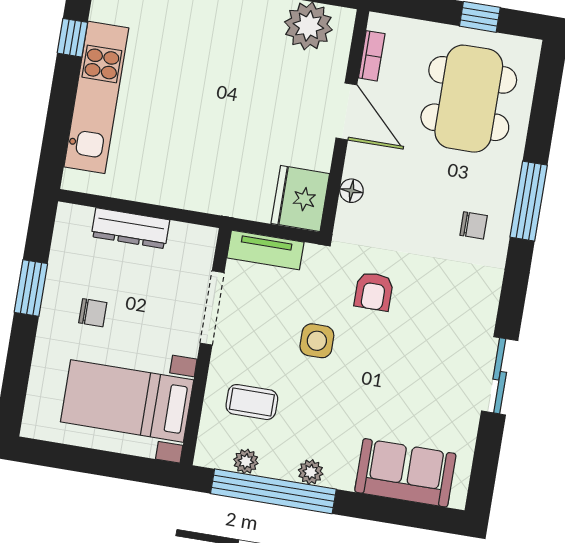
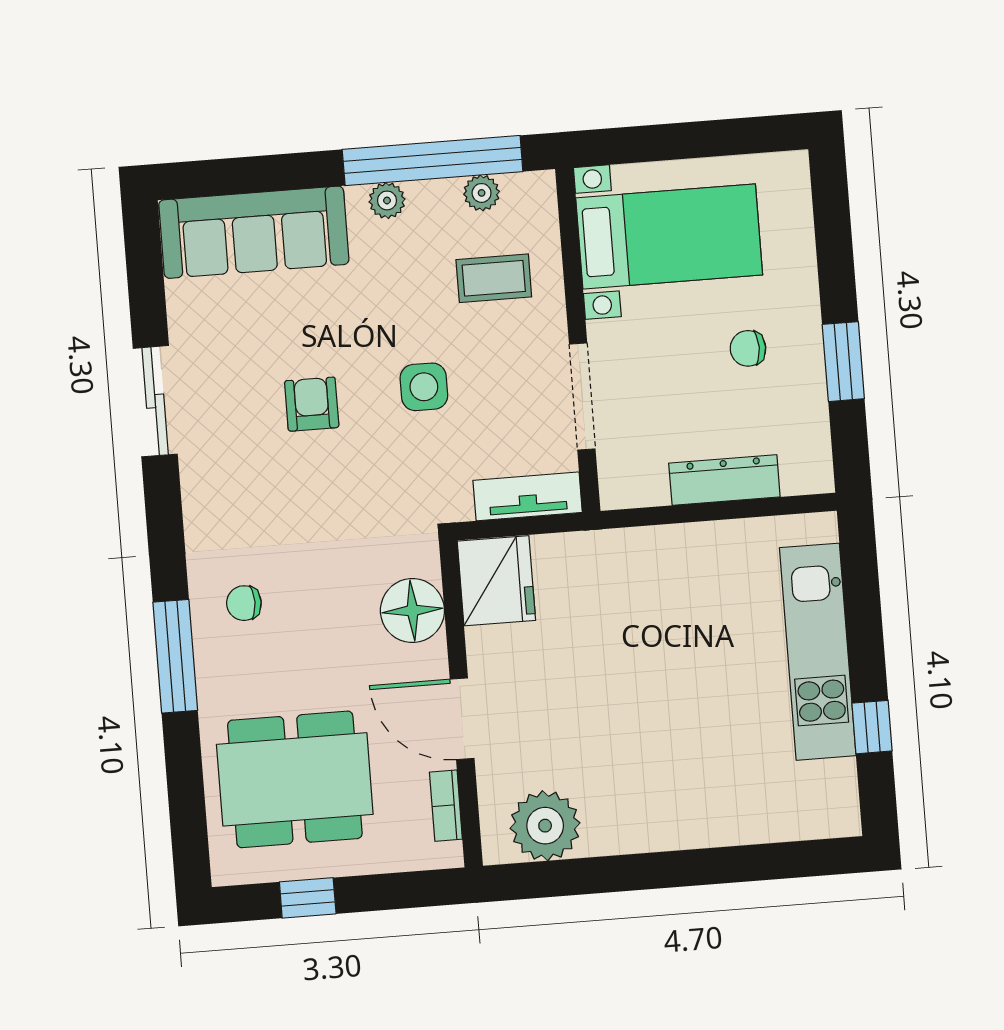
dining table: (469, 99) -> (295, 779), turned 90
floor lamp: (351, 191) -> (412, 611), width x1.89, depth x1.89
armchair: (374, 291) -> (312, 404), moved
sofa: (405, 473) -> (254, 232), width x1.36

